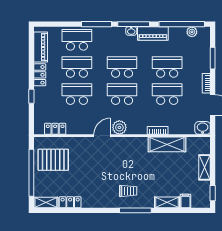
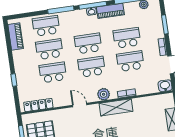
locker: (40, 75) -> (18, 61), removed
plant: (119, 127) -> (104, 94), moved
locker: (55, 129) -> (38, 105), width x1.53
door: (102, 136) -> (80, 105), hinge flipped
shelving: (167, 144) -> (116, 107), moved

